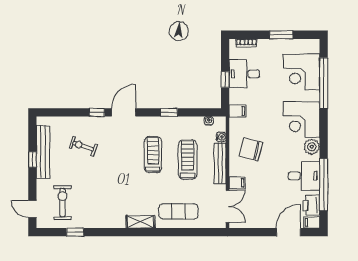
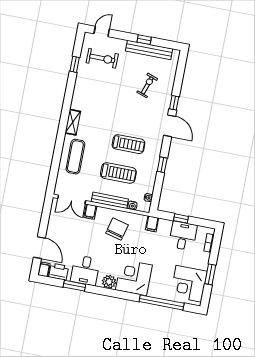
corner desk: (301, 72) -> (189, 284), moved, turned -90
window: (324, 185) -> (74, 286), width x0.47

